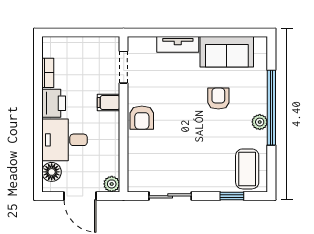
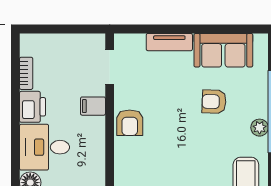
armchair: (218, 99) -> (214, 102), turned -88

